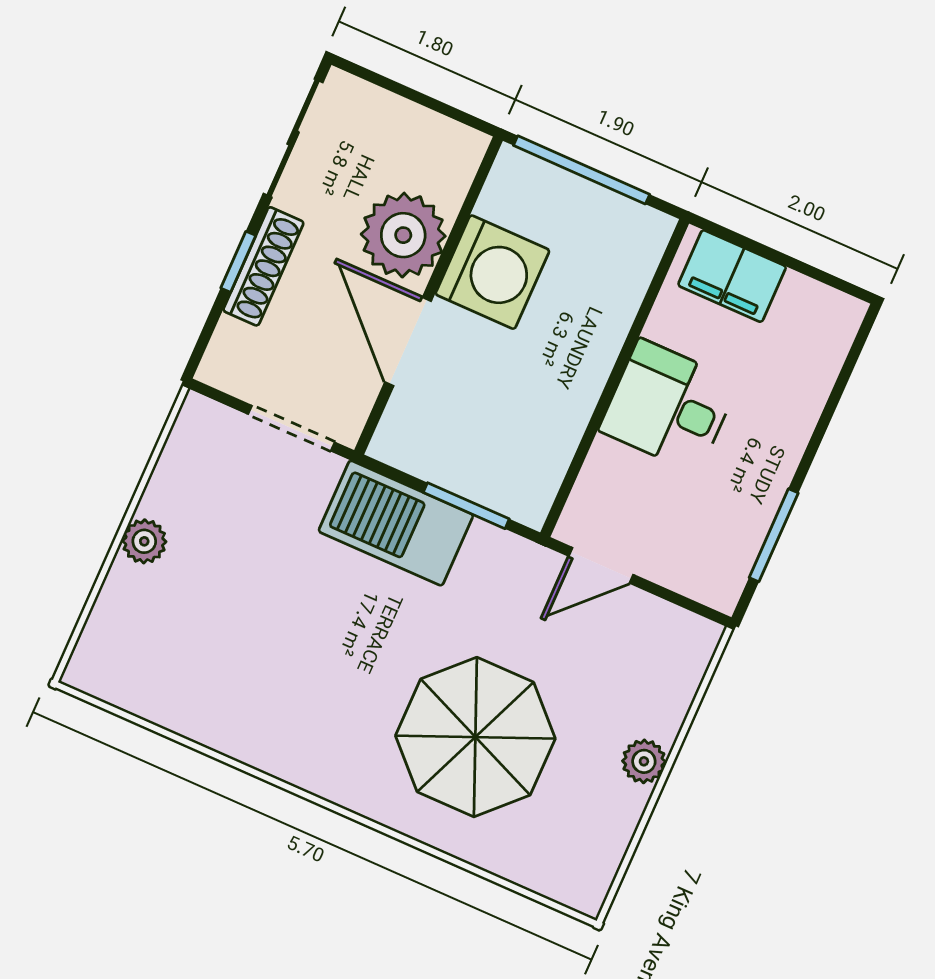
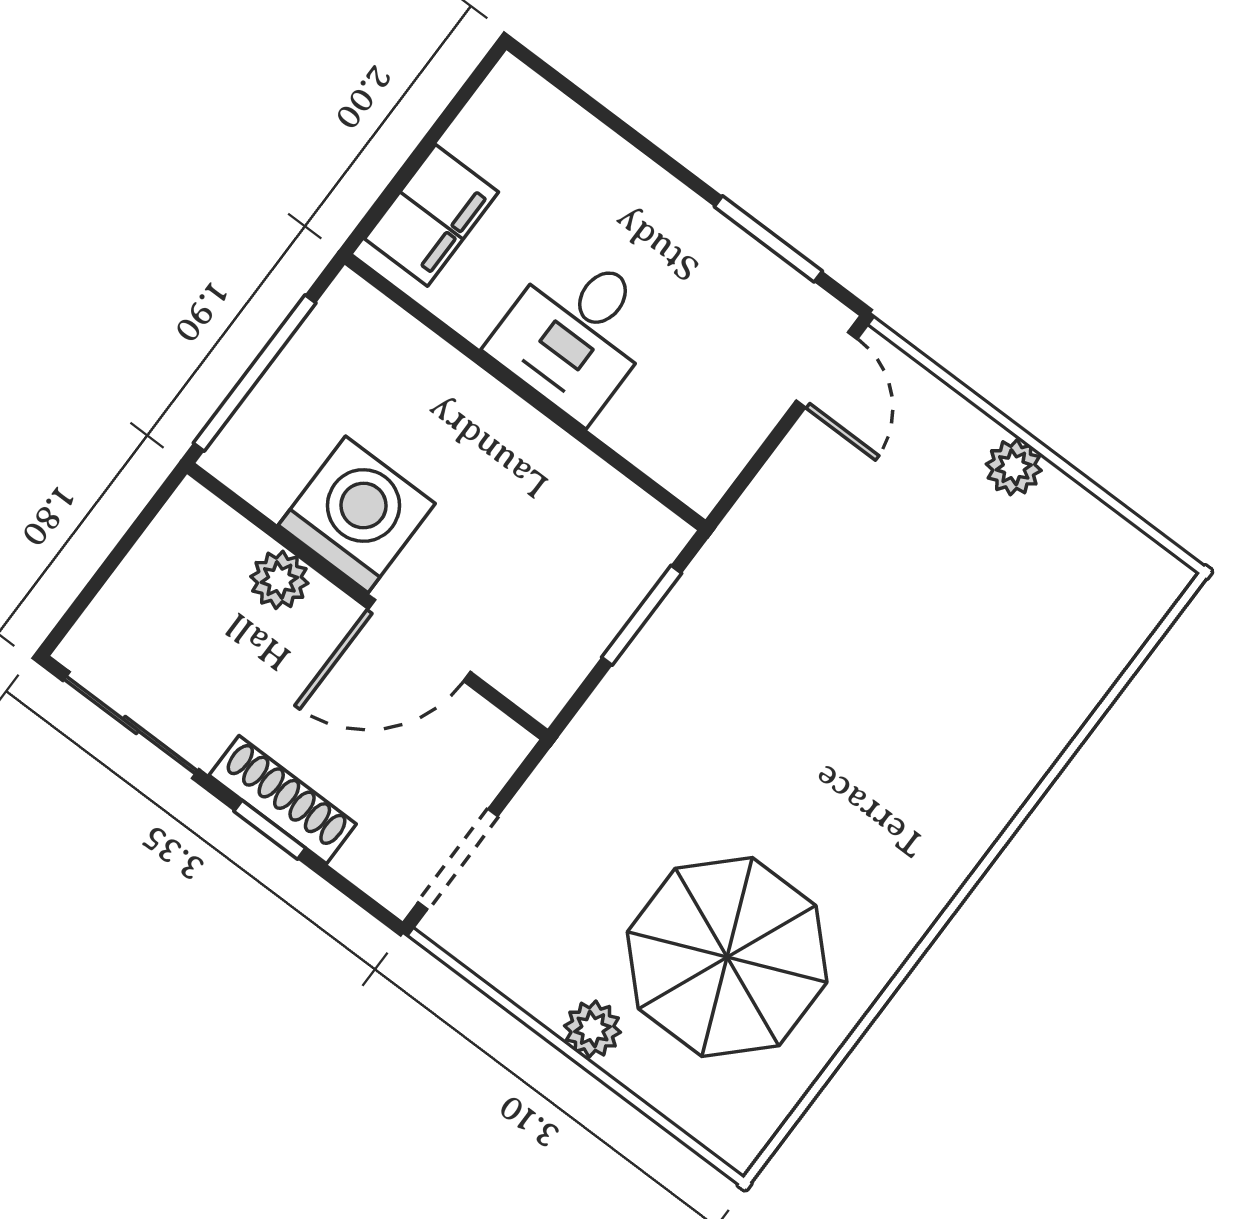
plant: (403, 235) -> (279, 580), width x0.53, depth x0.53
doorway: (291, 428) -> (458, 859), moved
barbecue: (396, 523) -> (643, 709), removed
door: (601, 565) -> (827, 370), moved
parasol: (475, 737) -> (727, 957), moved

